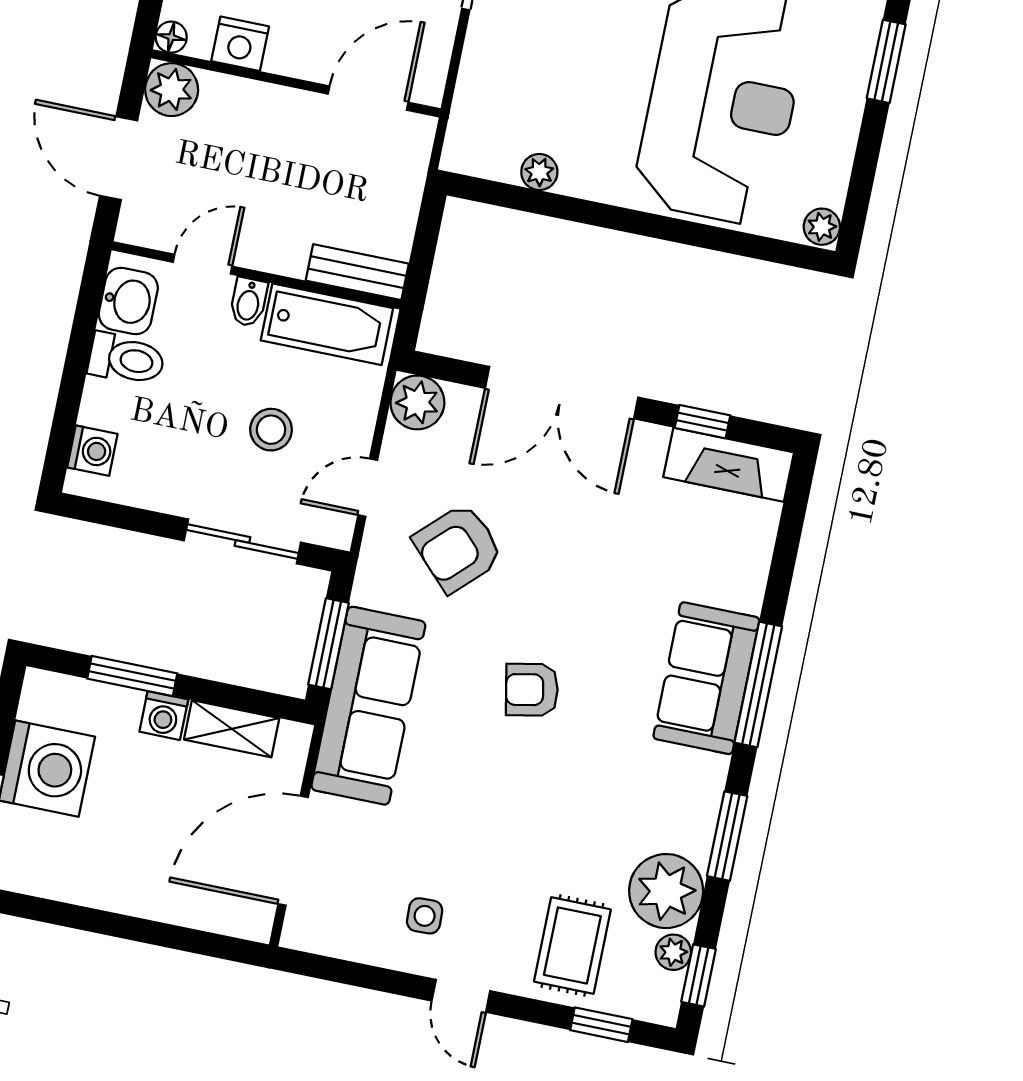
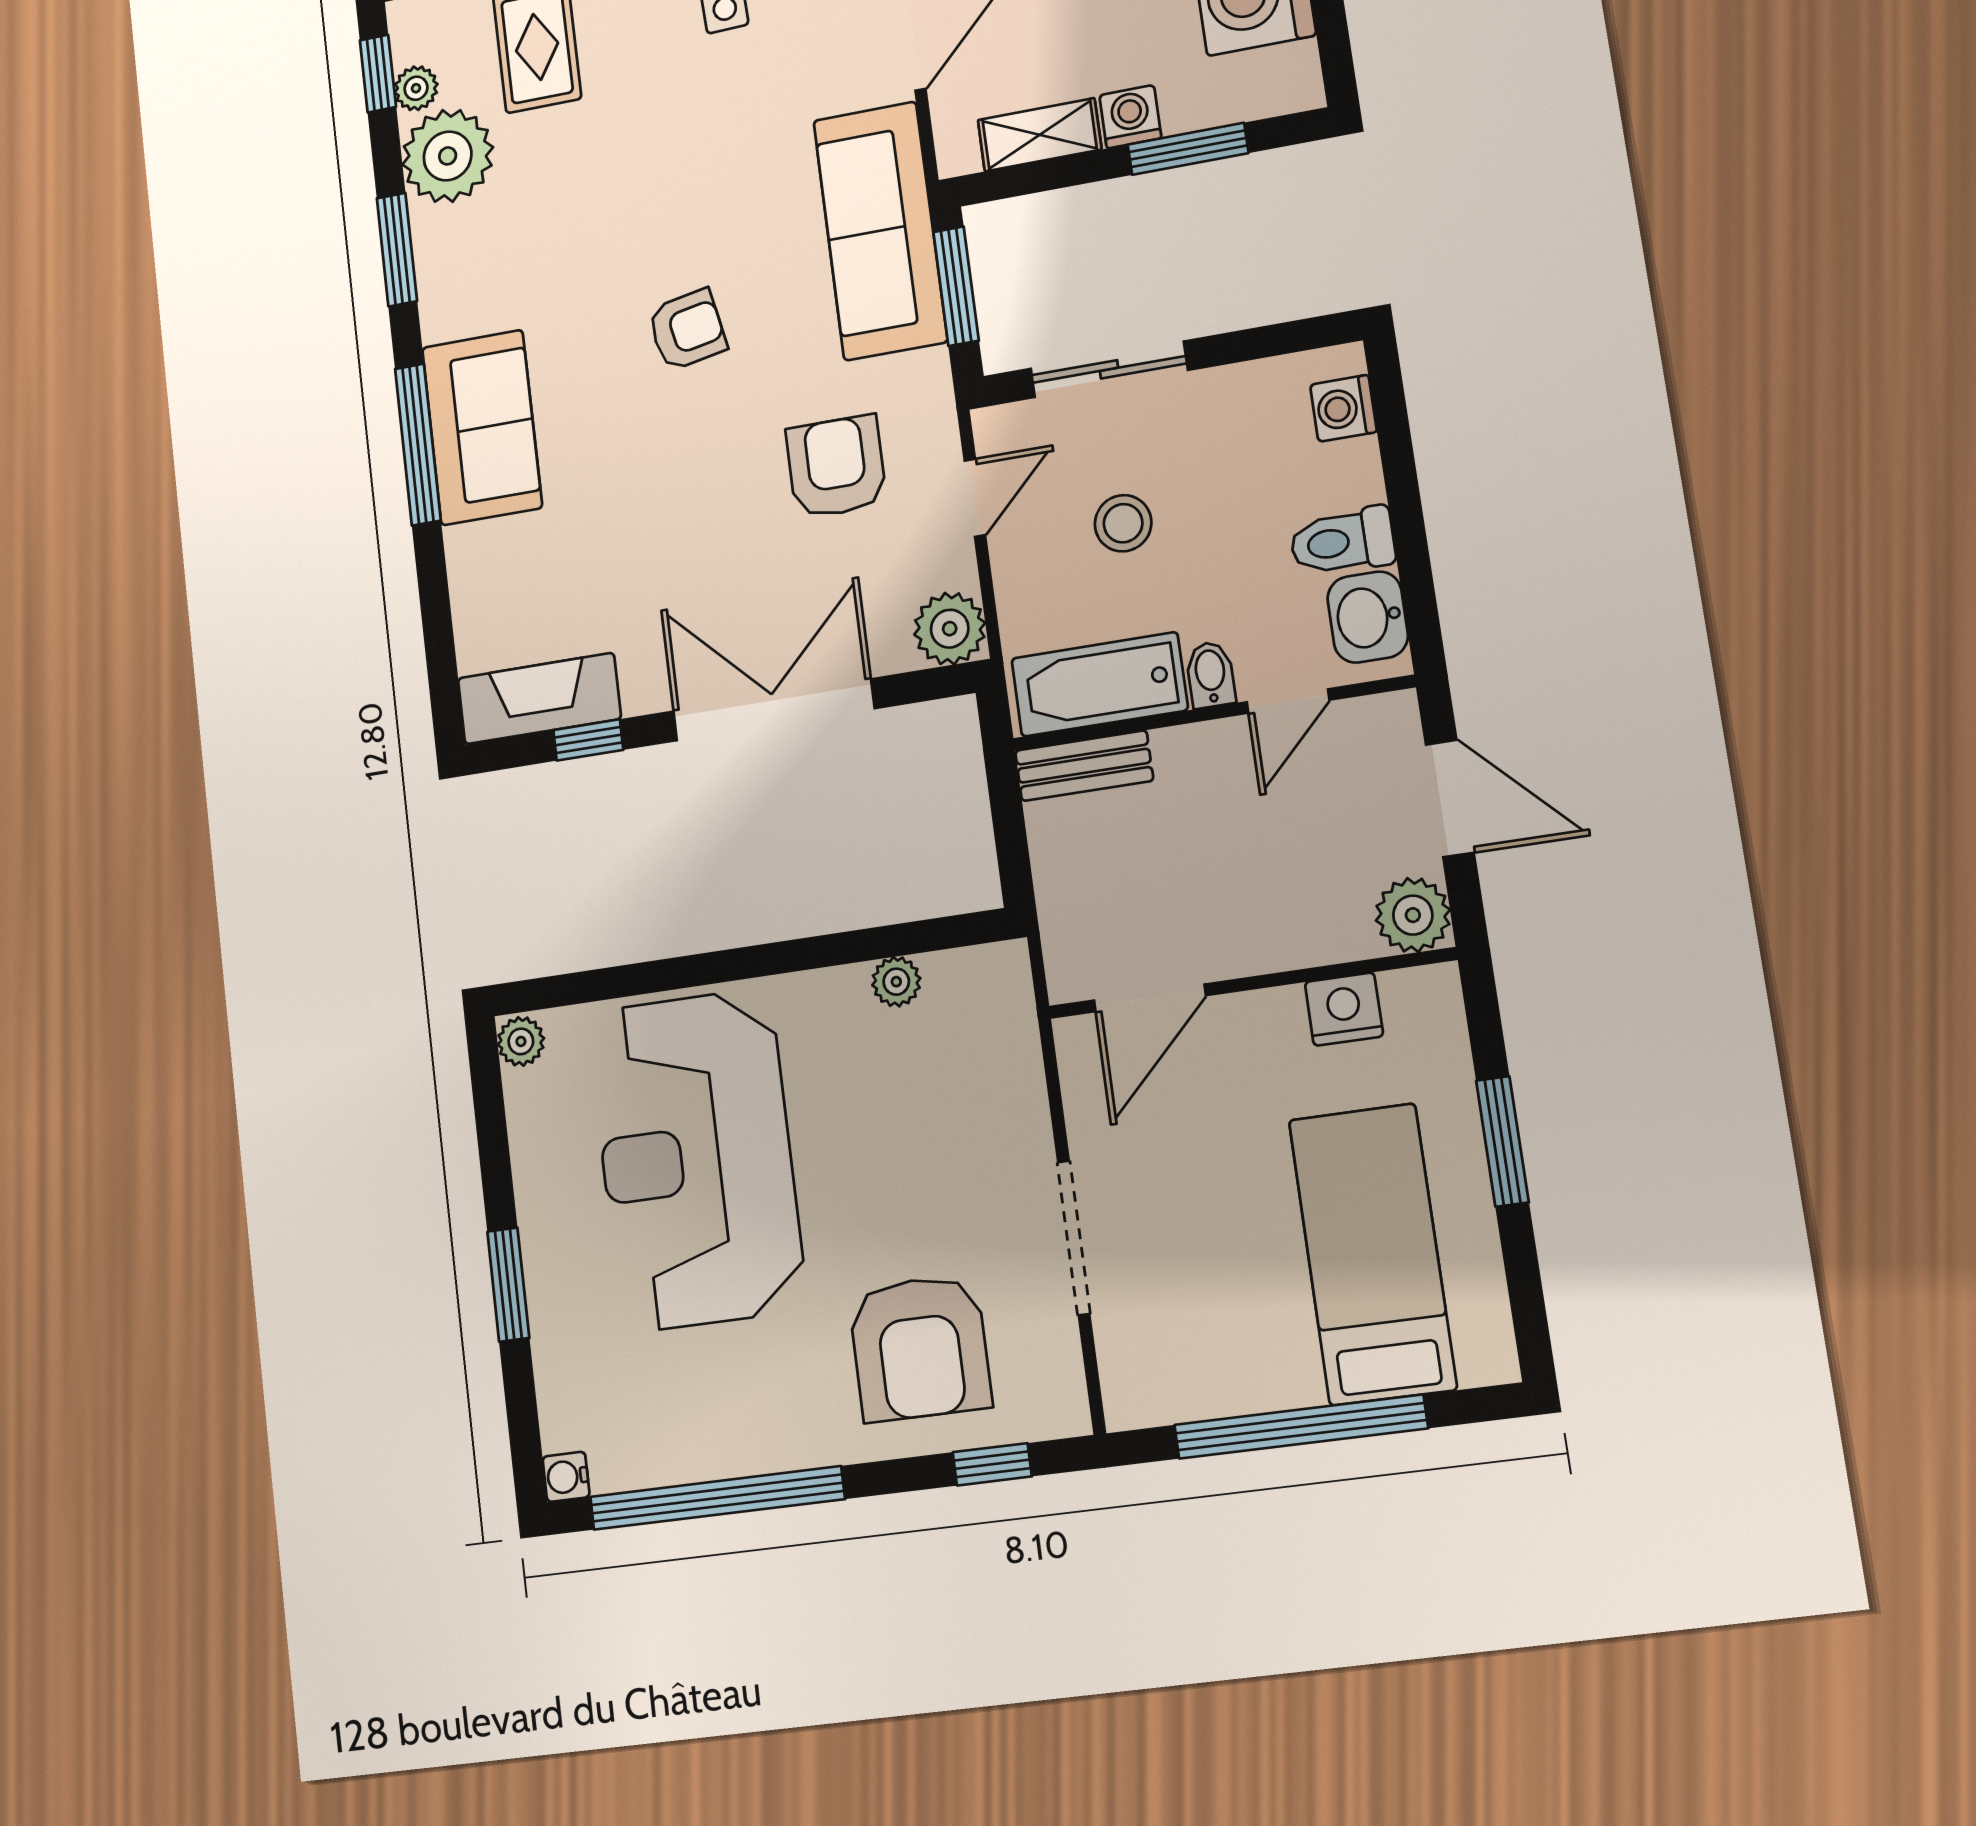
floor lamp: (171, 37) -> (1439, 985), removed
armchair: (458, 548) -> (836, 467), turned -46

